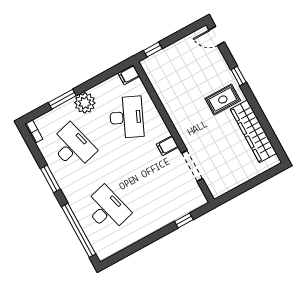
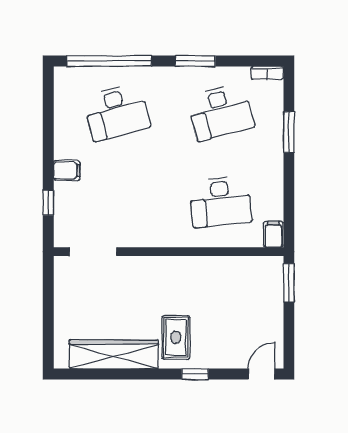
window: (153, 50) -> (289, 283), width x1.50
plant: (85, 103) -> (268, 158), removed
desk: (127, 117) -> (221, 202), turned -30
filing cabinet: (167, 146) -> (67, 170), moved, turned 90
doorway: (192, 166) -> (93, 252), moved

